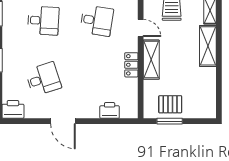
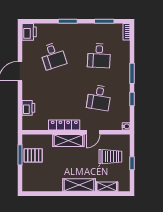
locker: (131, 65) -> (64, 125), width x1.53
pallet: (170, 104) -> (33, 155), turned 90

